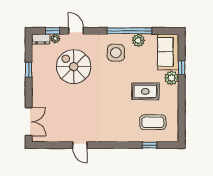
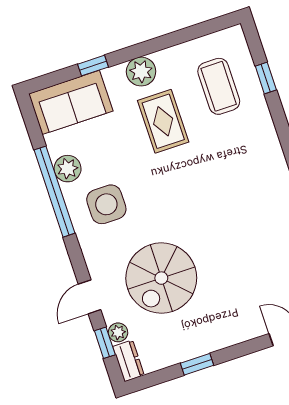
plant: (172, 78) -> (141, 72), moved

